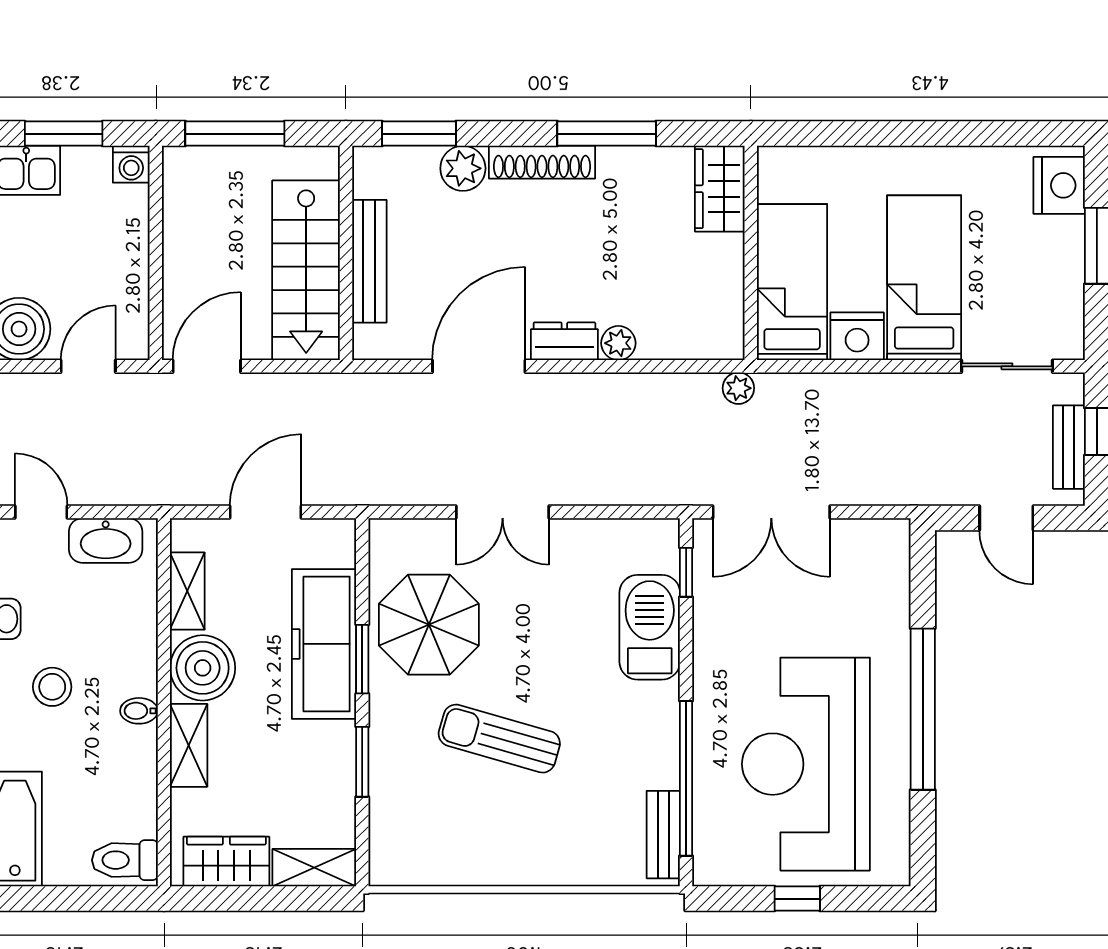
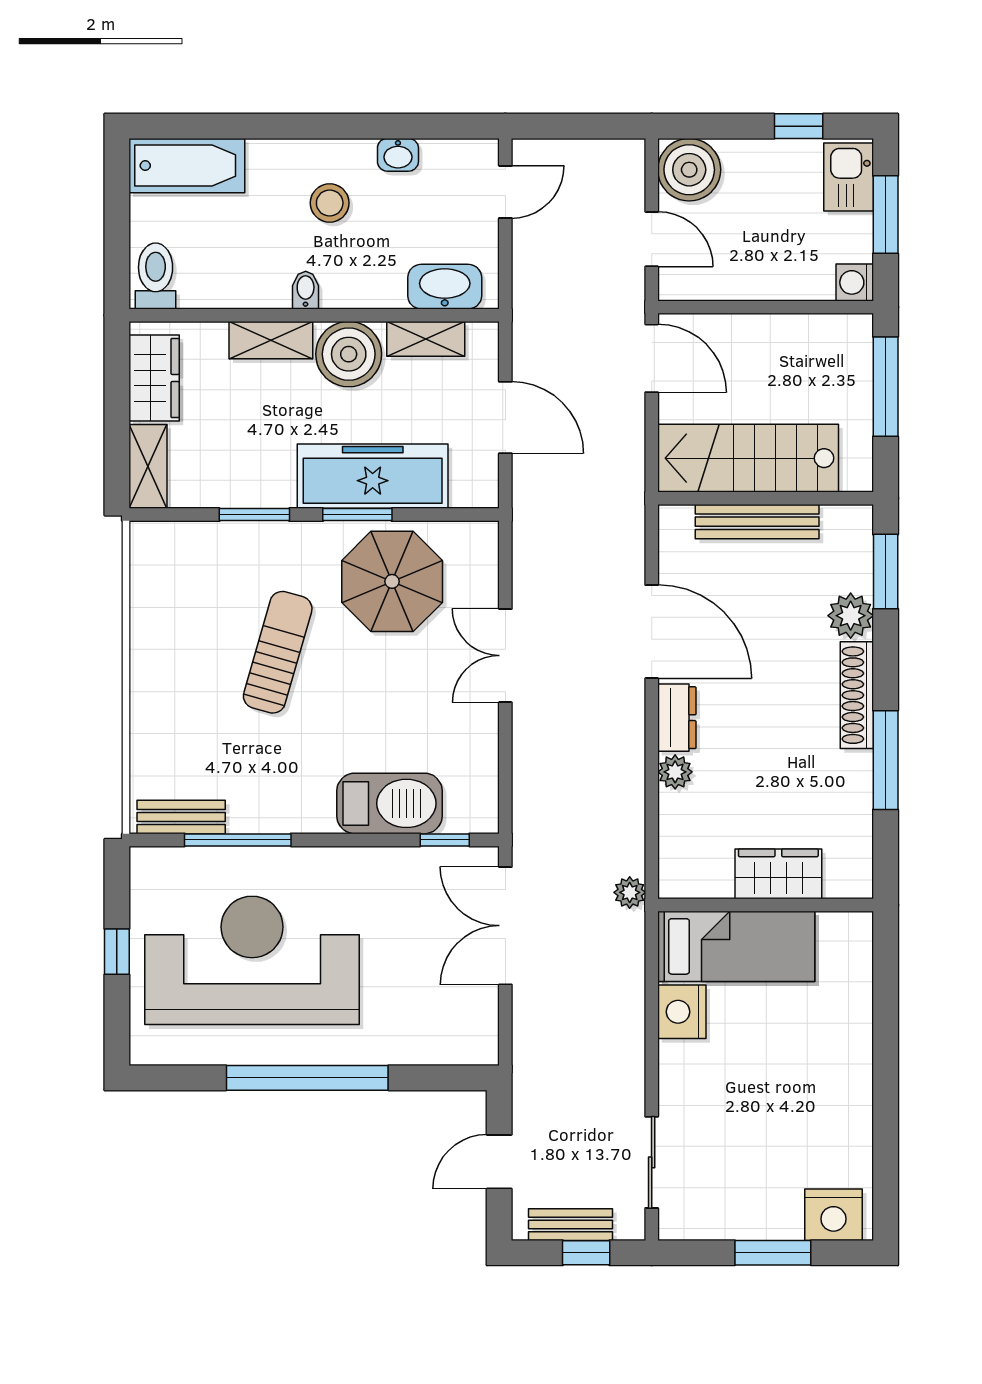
wardrobe: (720, 189) -> (778, 874), moved
bed: (924, 278) -> (741, 1079), removed
washbasin: (106, 540) -> (445, 287), moved, turned 90
window: (686, 778) -> (238, 840), width x0.68

